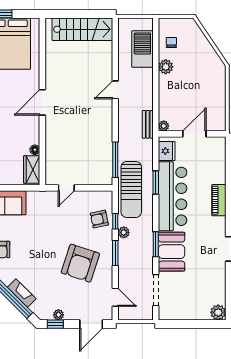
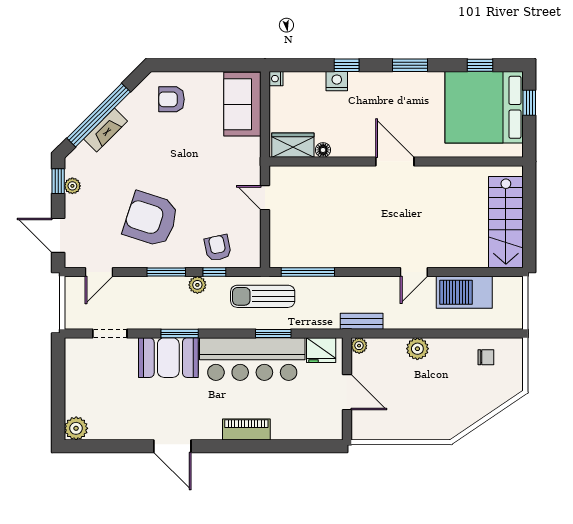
barbecue: (142, 49) -> (464, 292), moved, turned 180
plant: (166, 67) -> (417, 349), moved
door: (115, 90) -> (414, 272), swing flipped
sun lounger: (131, 189) -> (263, 296), width x0.73, depth x0.75
doorway: (156, 290) -> (110, 334), width x0.73

